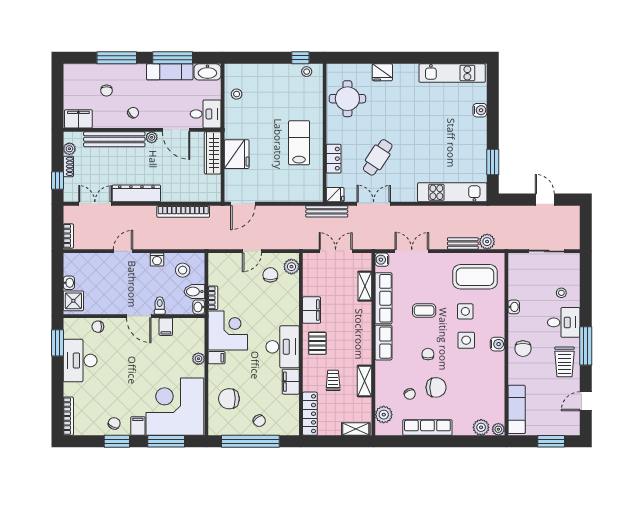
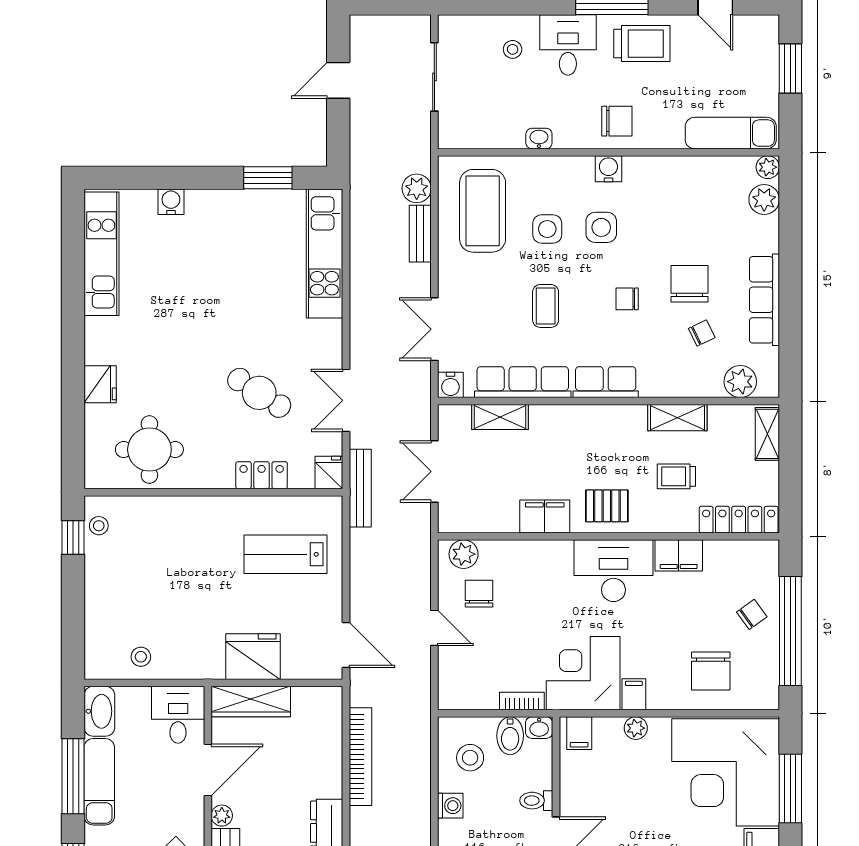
lab bench: (299, 143) -> (286, 554), moved
chair: (270, 275) -> (479, 594), turned 90
filing cabinet: (166, 327) -> (579, 733), moved, turned 90

